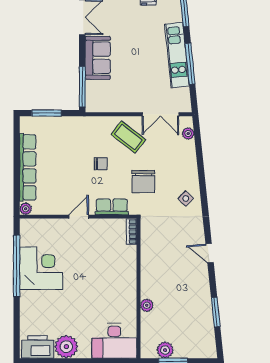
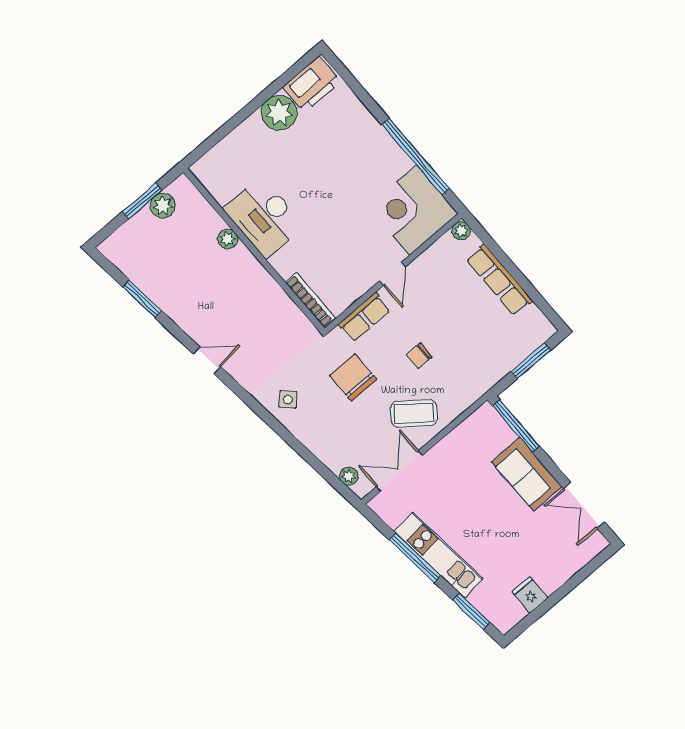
row of seats: (28, 167) -> (499, 280), width x0.73
bookcase: (131, 232) -> (310, 300), width x1.56
corner desk: (41, 268) -> (413, 210), moved, turned 90
desk: (114, 341) -> (264, 217), moved, turned -90

